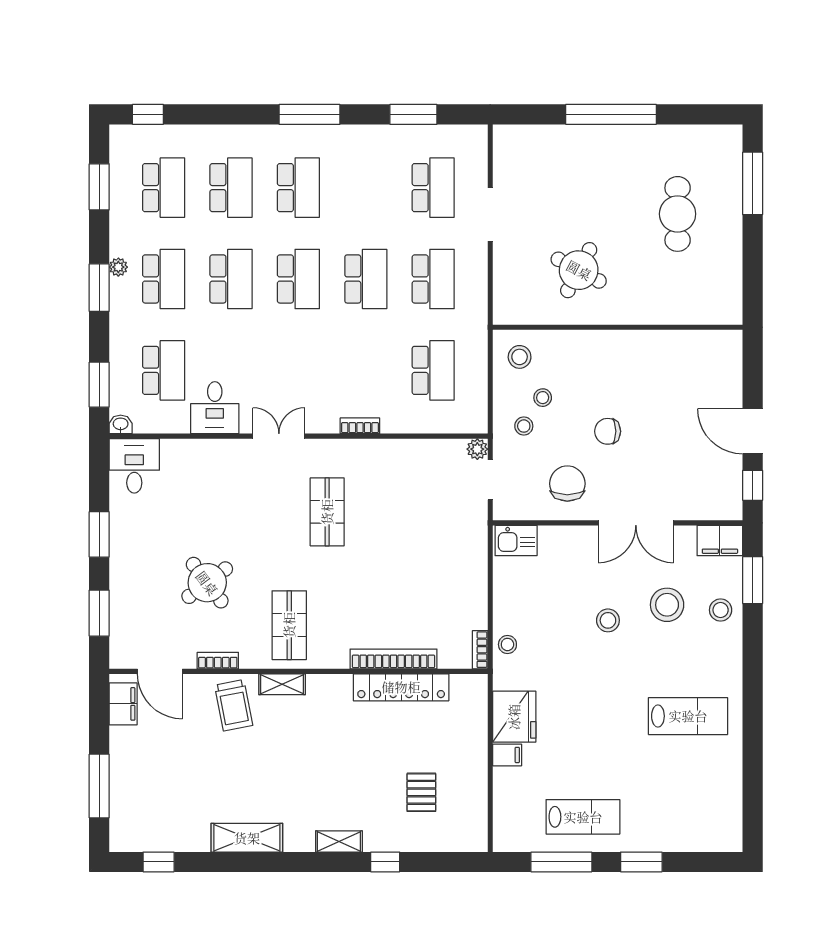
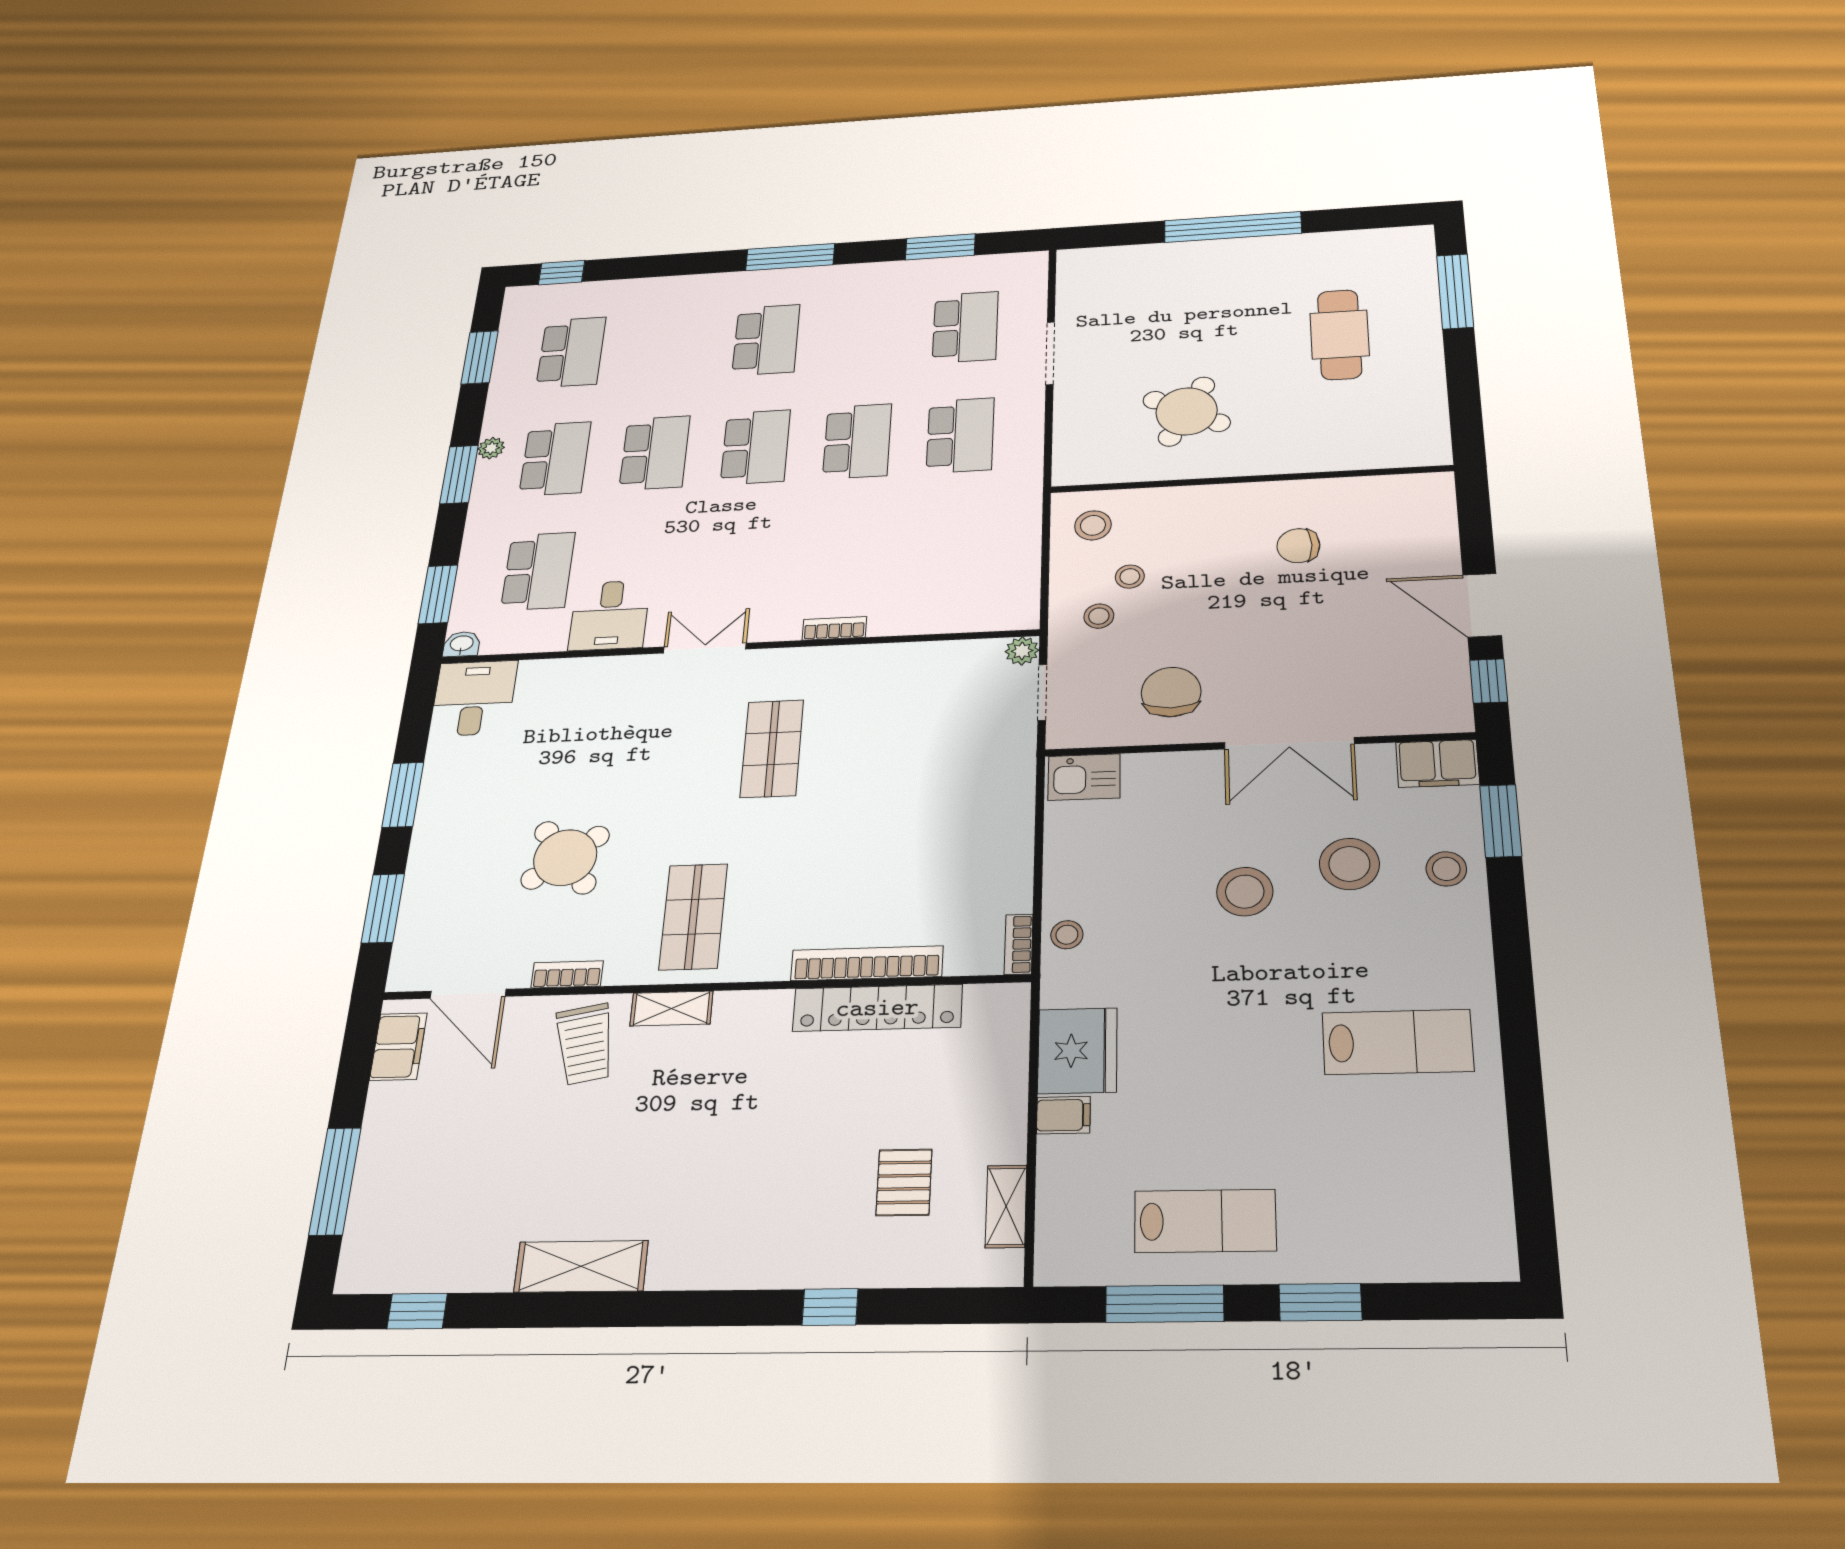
school desk: (231, 188) -> (668, 346), removed
school desk: (433, 370) -> (955, 550), removed
chair: (608, 431) -> (1298, 546), moved
stool: (608, 620) -> (1245, 892), width x1.38, depth x1.38
shelving: (339, 842) -> (1006, 1206), moved, turned 90

